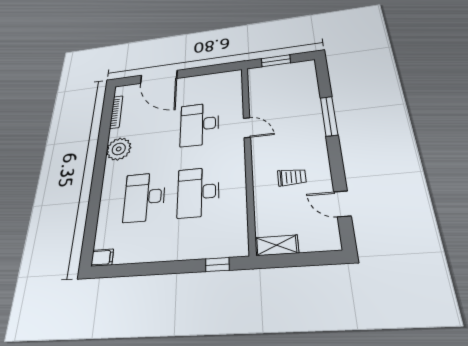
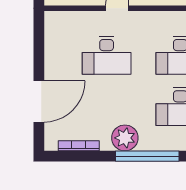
window: (99, 171) -> (147, 156), added

